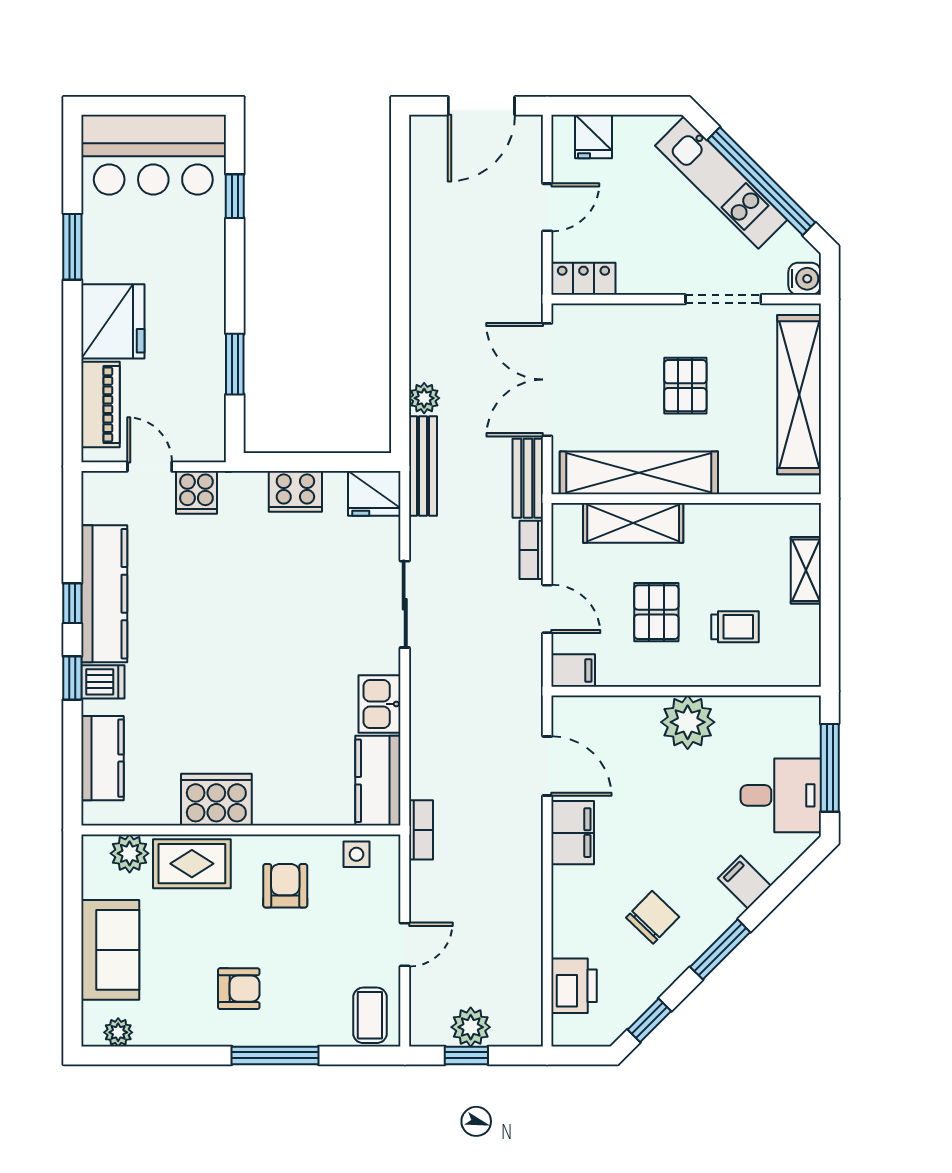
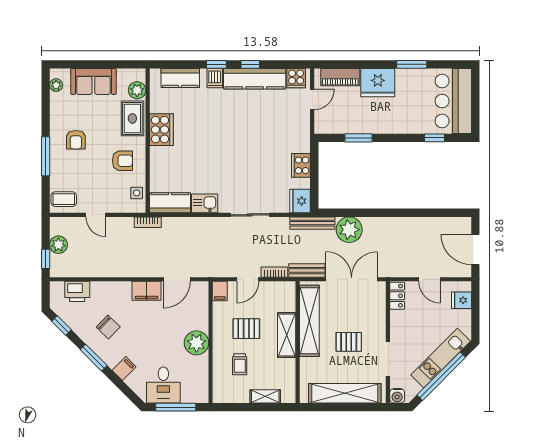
plant: (424, 398) -> (349, 230), width x1.88, depth x1.88
cooker: (196, 492) -> (296, 78), moved, turned -90
shelving: (633, 523) -> (287, 335), moved
window: (466, 1055) -> (46, 259), moved

